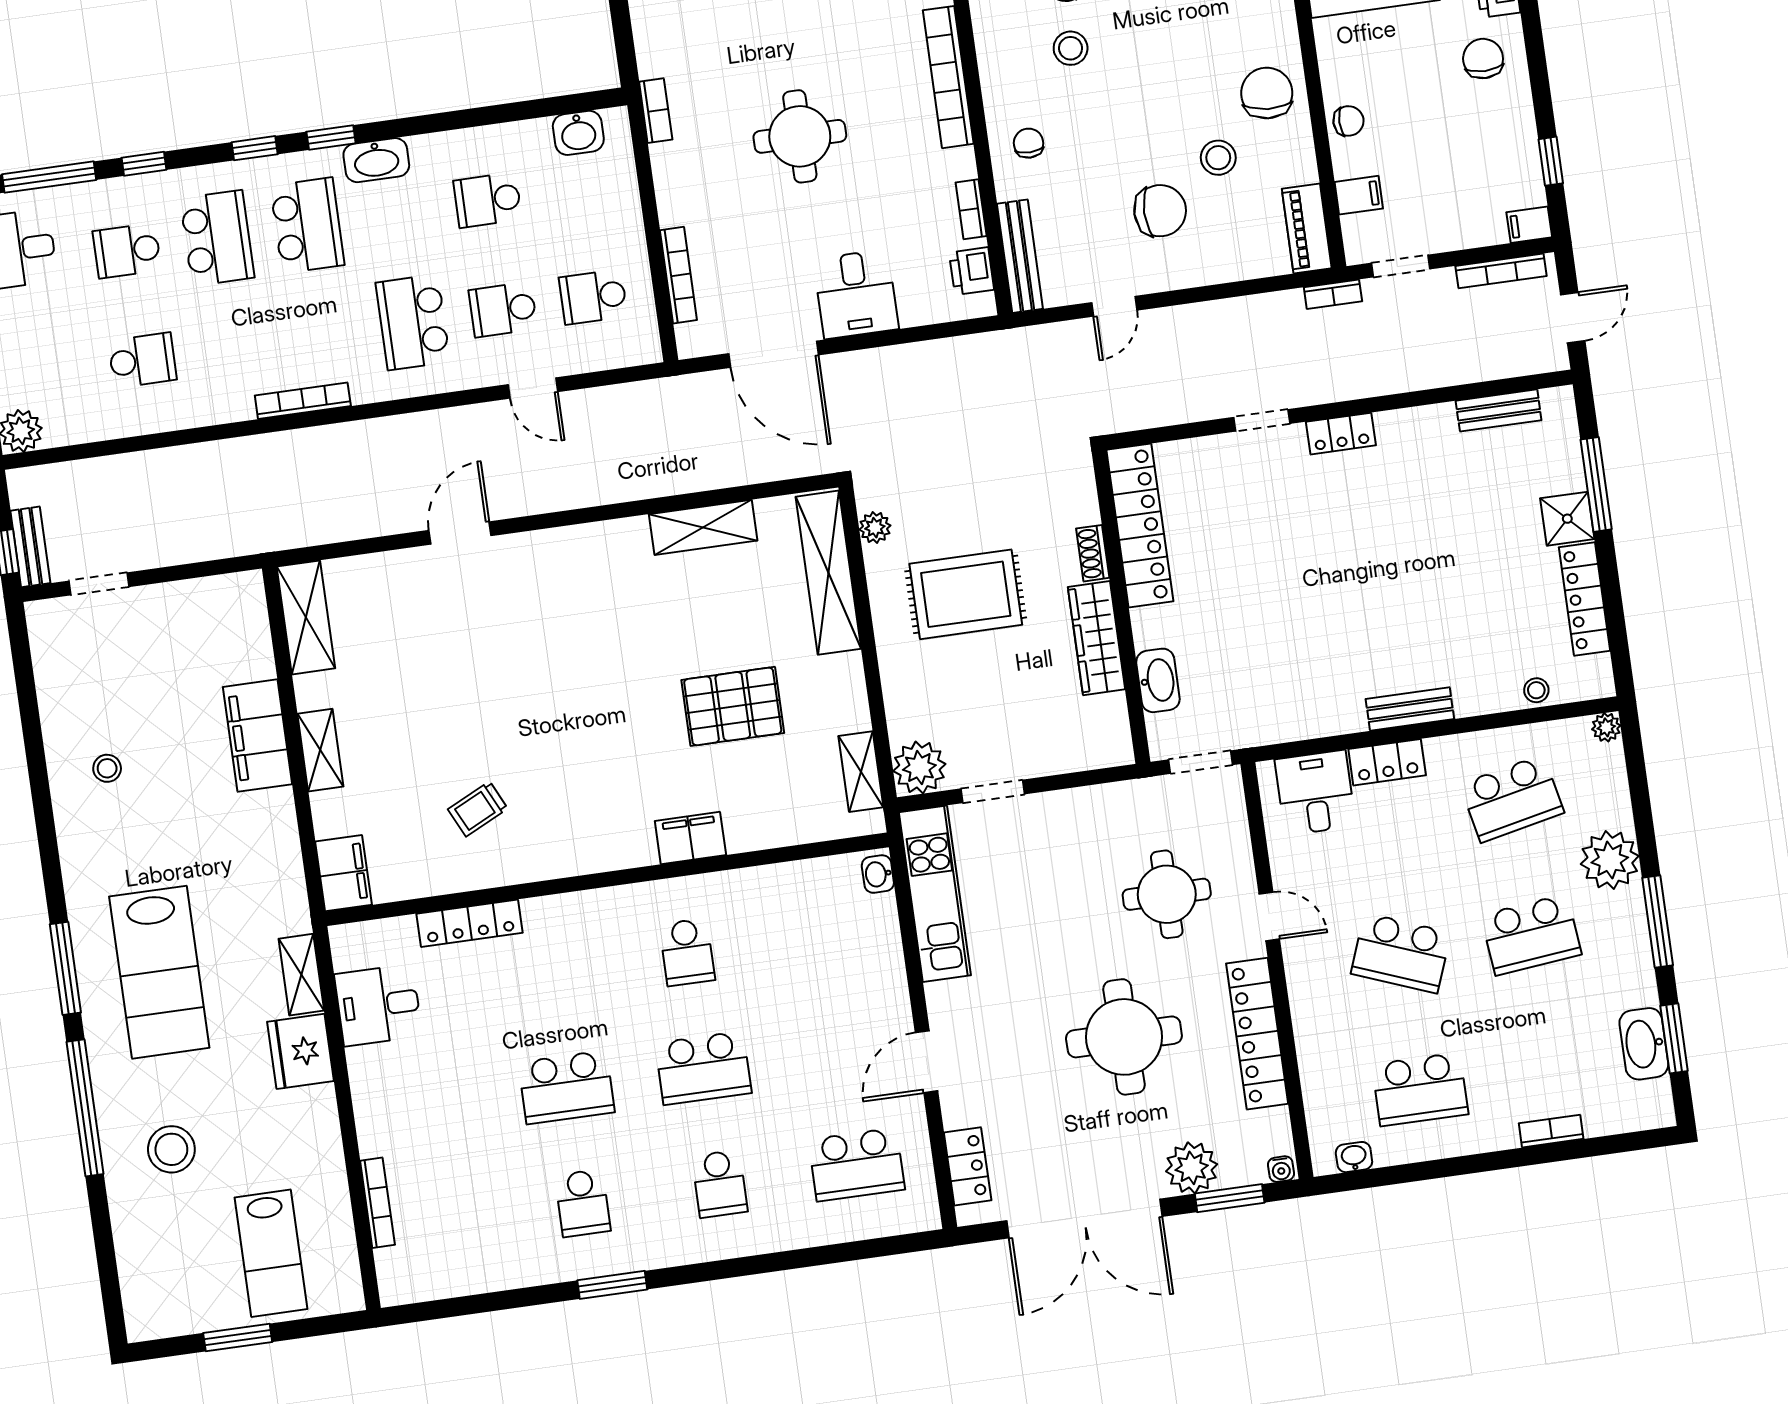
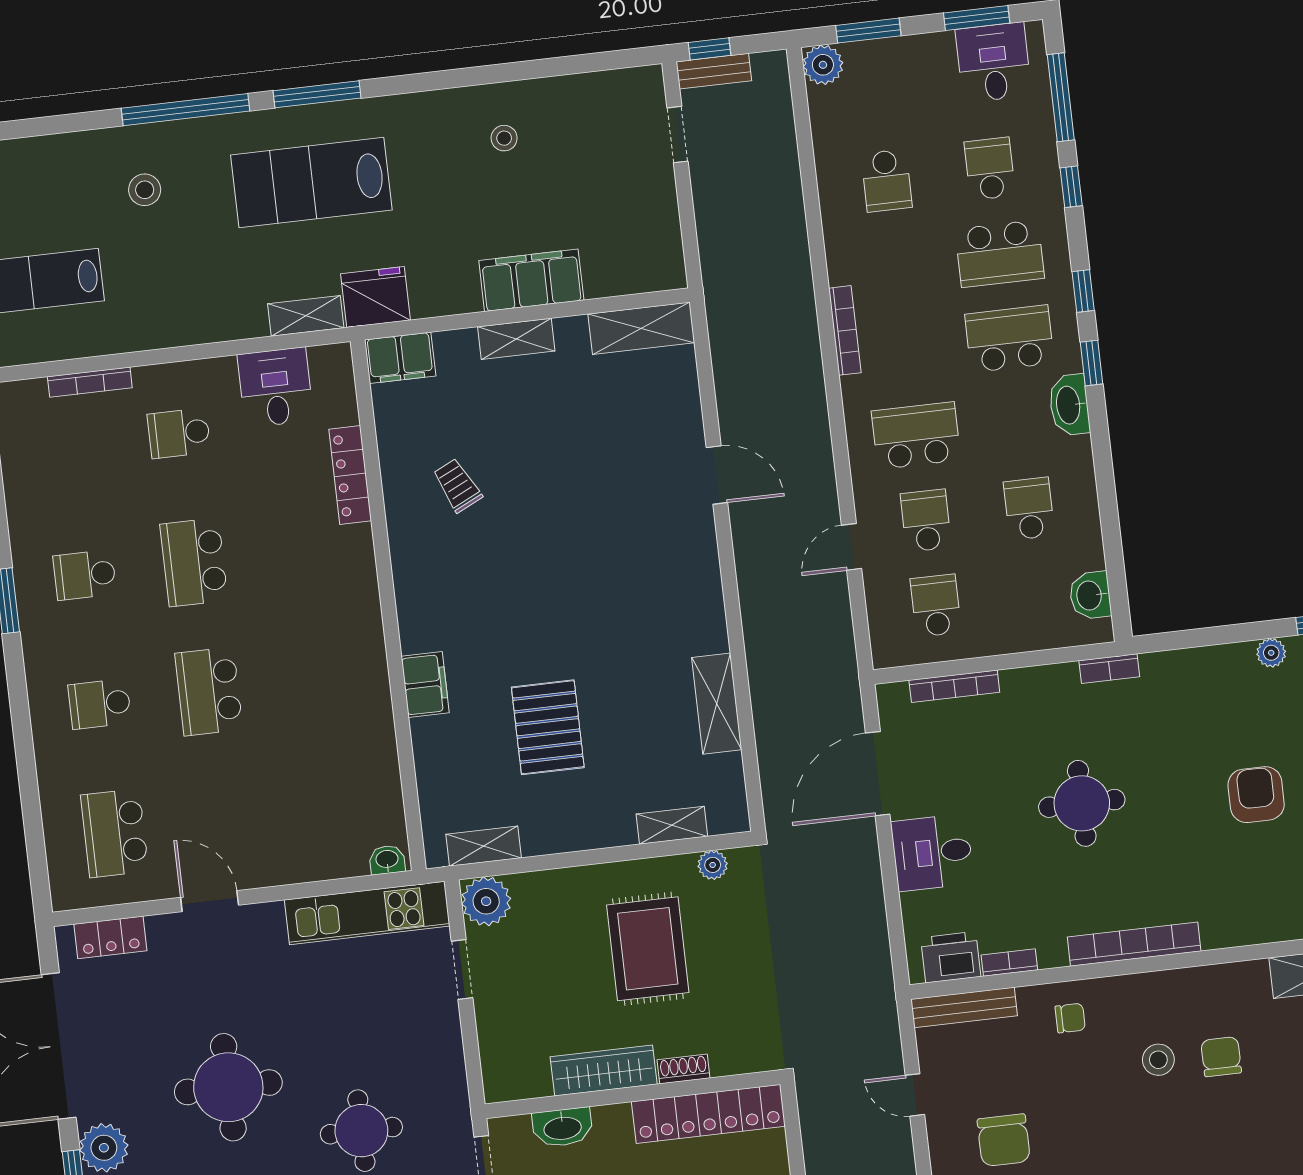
school desk: (307, 225) -> (1009, 339), turned 180
printer: (972, 271) -> (951, 957), width x1.36, depth x1.24
shelving: (828, 573) -> (672, 825), width x0.45, depth x0.75
school desk: (687, 952) -> (179, 433), moved
fridge: (301, 1051) -> (375, 297), moved
stool: (171, 1149) -> (145, 190), width x0.73, depth x0.73

